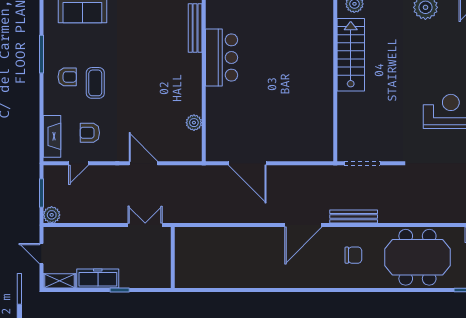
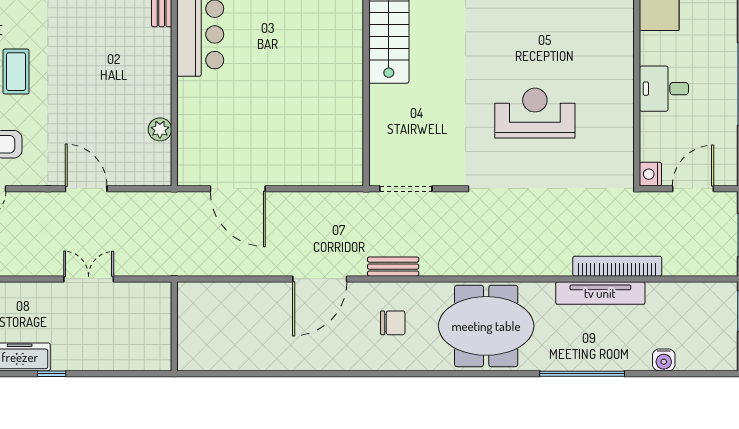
bench: (354, 217) -> (393, 267), width x0.73
wall: (173, 258) -> (174, 326), moved

